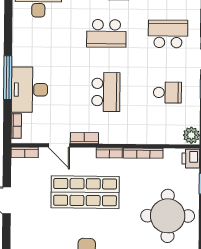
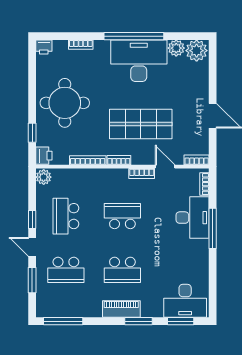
school desk: (106, 33) -> (122, 270), turned 180
school desk: (106, 92) -> (122, 216), turned 90
school desk: (167, 93) -> (66, 216), width x1.85

